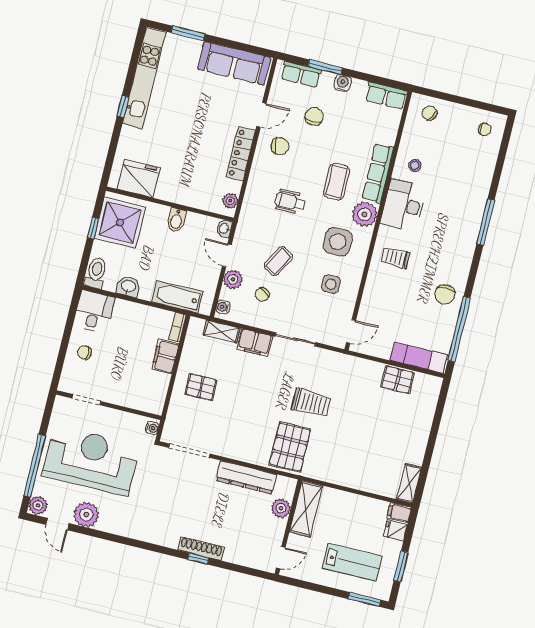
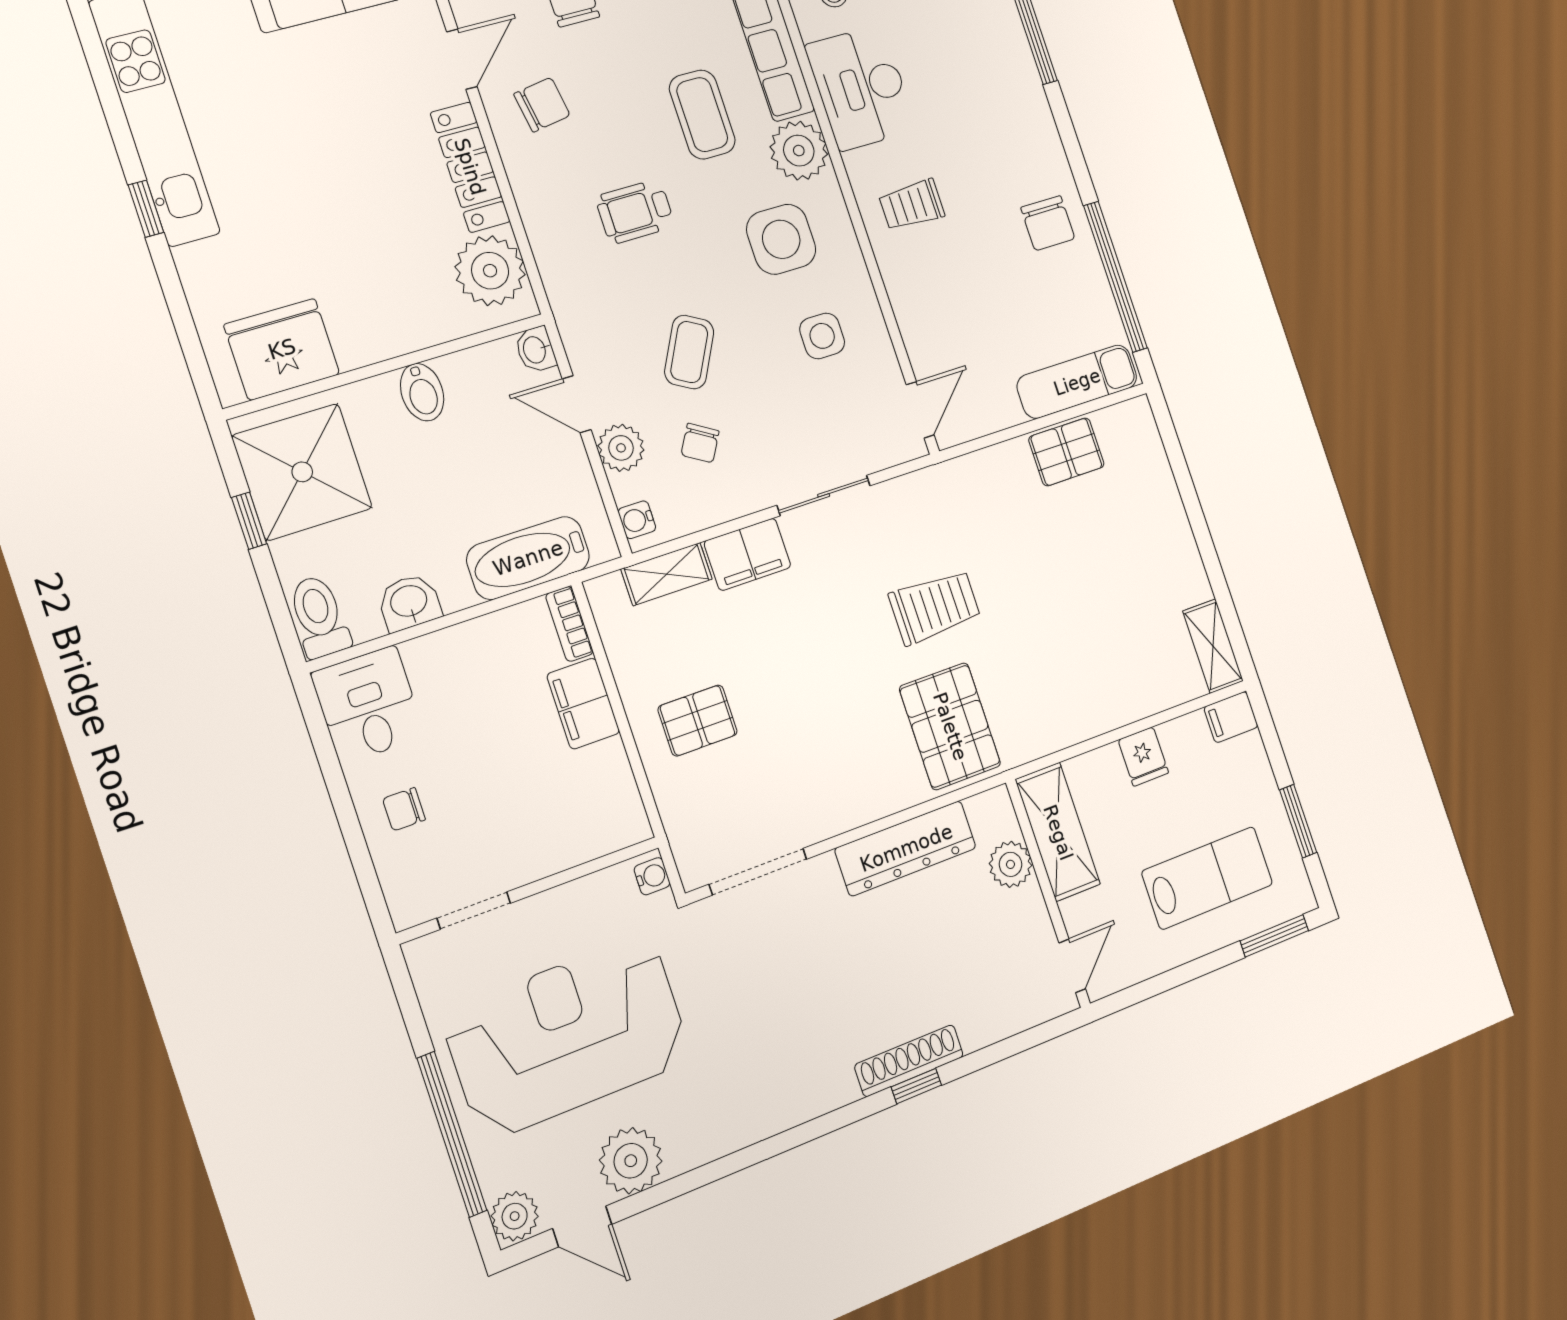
plant: (230, 201) -> (490, 271), width x1.88, depth x1.88
fridge: (395, 531) -> (1143, 756), moved, turned -90

